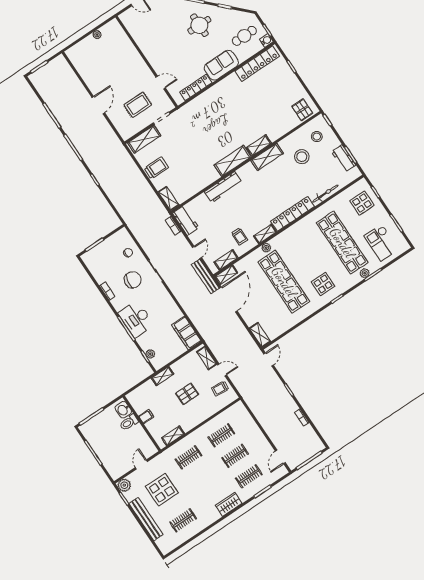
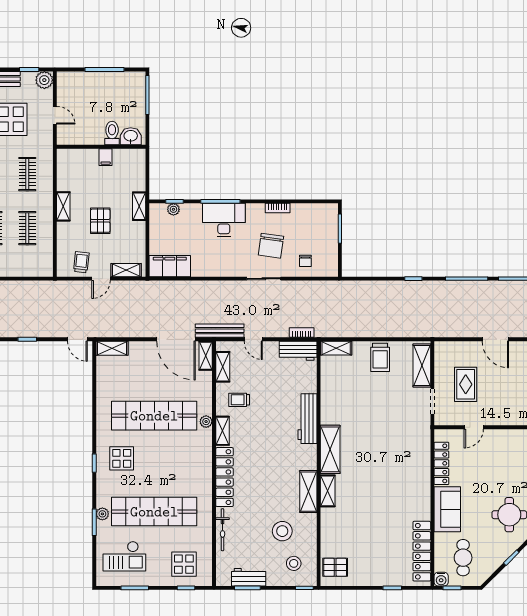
checkout: (381, 243) -> (124, 556), turned 180
shelving: (173, 436) -> (63, 206), moved

